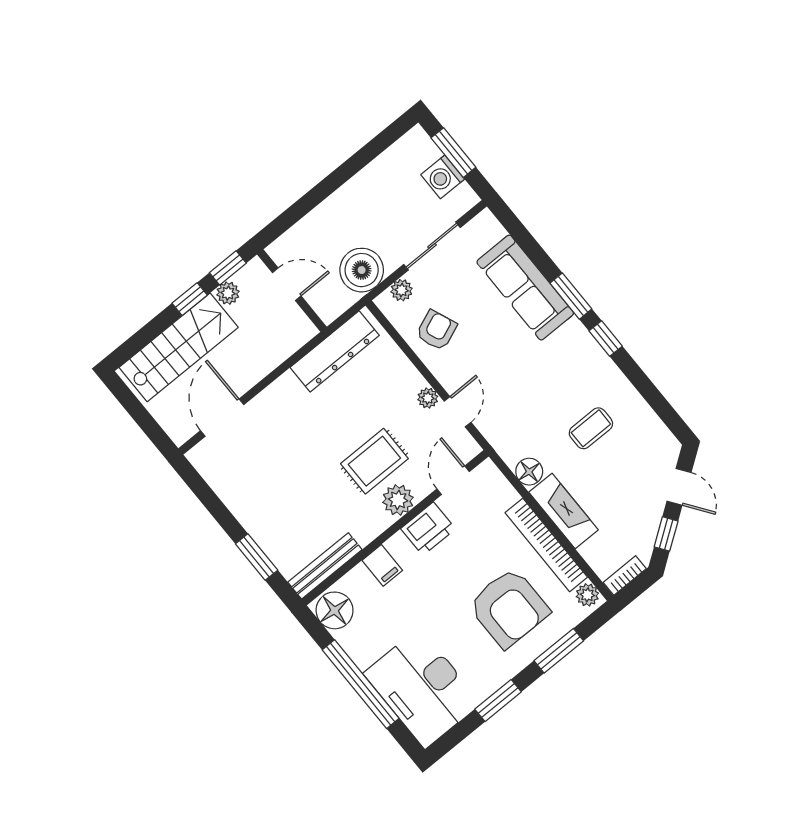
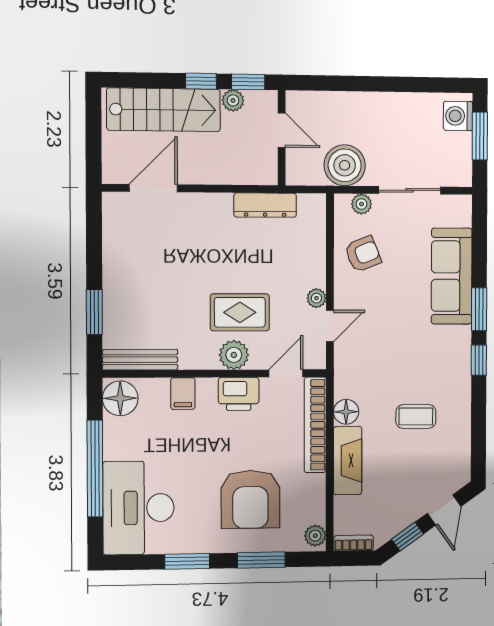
washing machine: (443, 177) -> (458, 116), moved
dresser: (335, 351) -> (265, 205), width x0.73, depth x0.80
bookcase: (546, 545) -> (315, 425), moved

